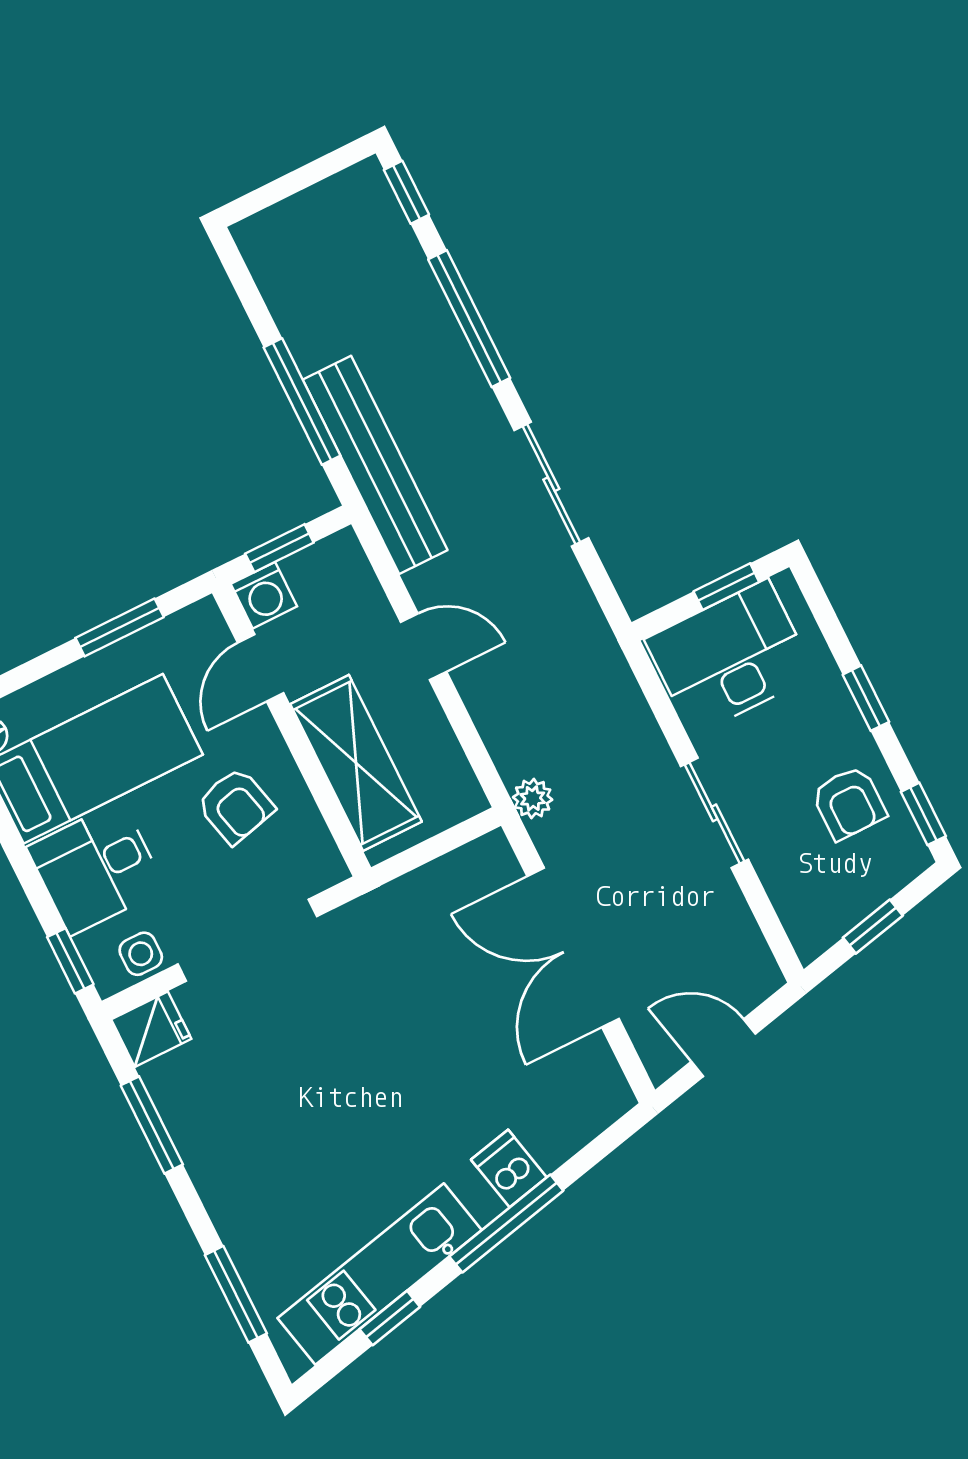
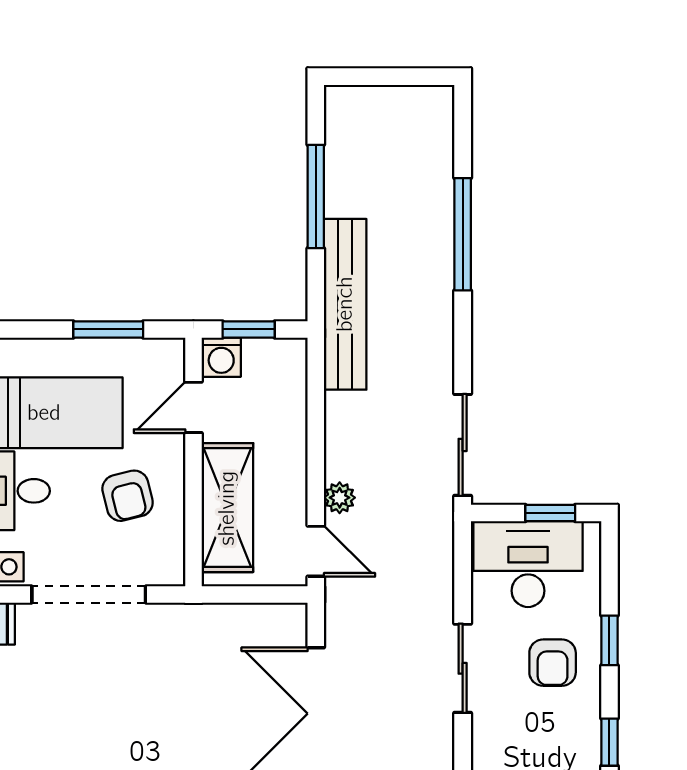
window: (406, 192) -> (463, 123), removed
window: (302, 401) -> (316, 196), moved
sliding door: (551, 484) -> (463, 445), moved
door: (424, 647) -> (316, 551), moved
plant: (533, 798) -> (340, 498), moved
armchair: (849, 803) -> (553, 663), moved

